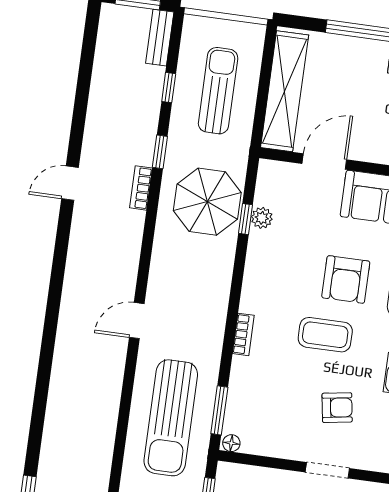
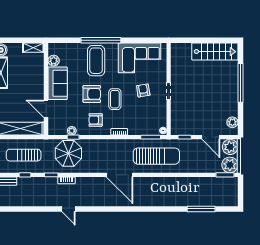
armchair: (280, 280) -> (96, 120), added
door: (137, 321) -> (120, 175), width x1.88

